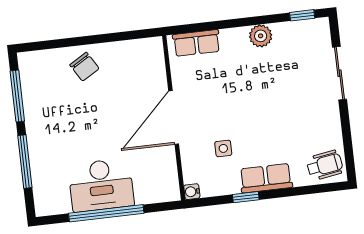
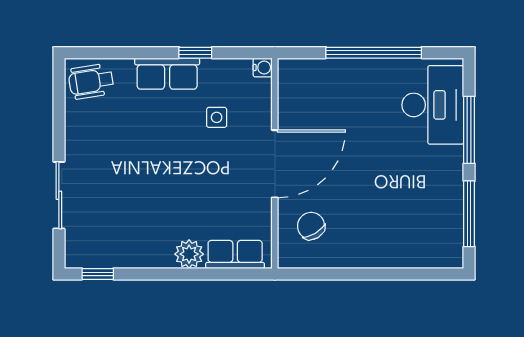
plant: (261, 36) -> (189, 254), moved
chair: (84, 67) -> (311, 226), moved
desk: (101, 185) -> (433, 105), moved, turned 90

